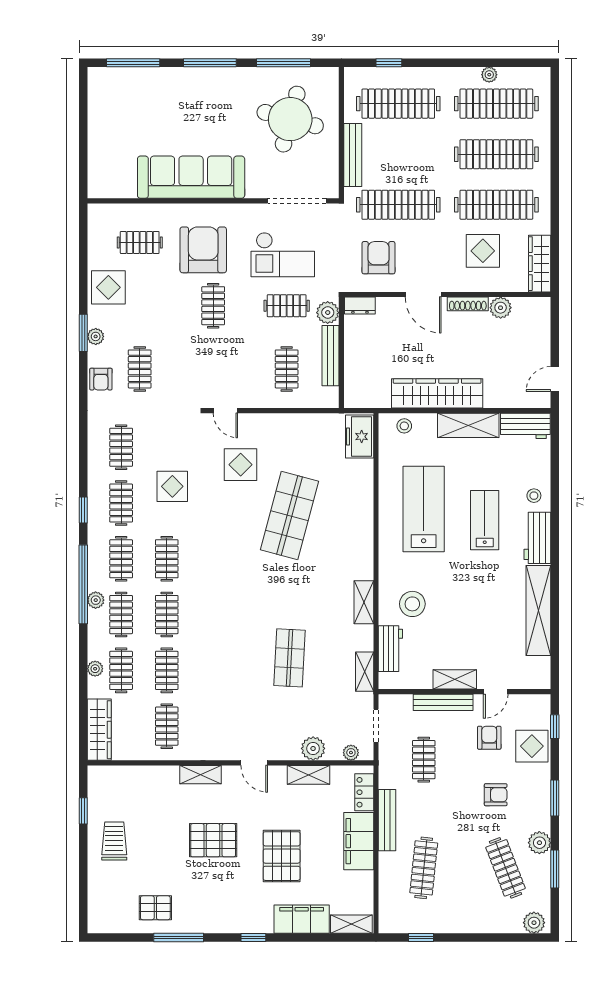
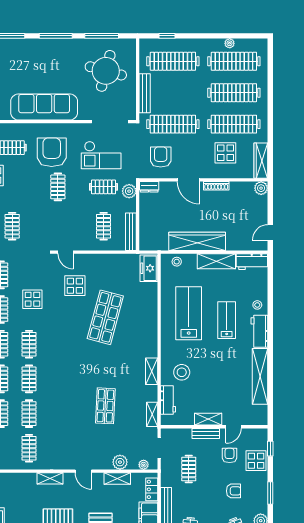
plant: (501, 308) -> (261, 188), moved
bench: (331, 356) -> (131, 232), moved
bench: (443, 702) -> (206, 433), width x0.73

